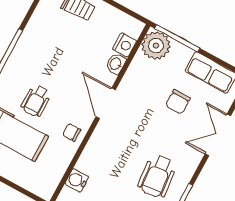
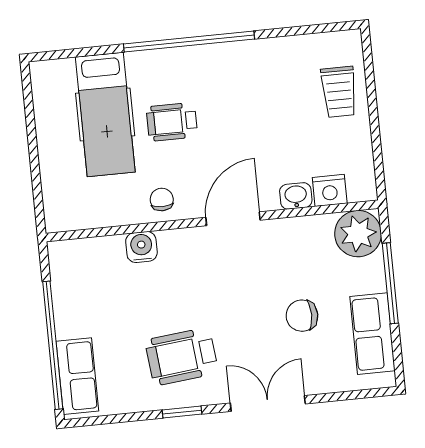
window: (177, 38) -> (390, 283), moved
double door: (218, 135) -> (268, 403), moved
water cooler: (77, 180) -> (141, 247), moved

